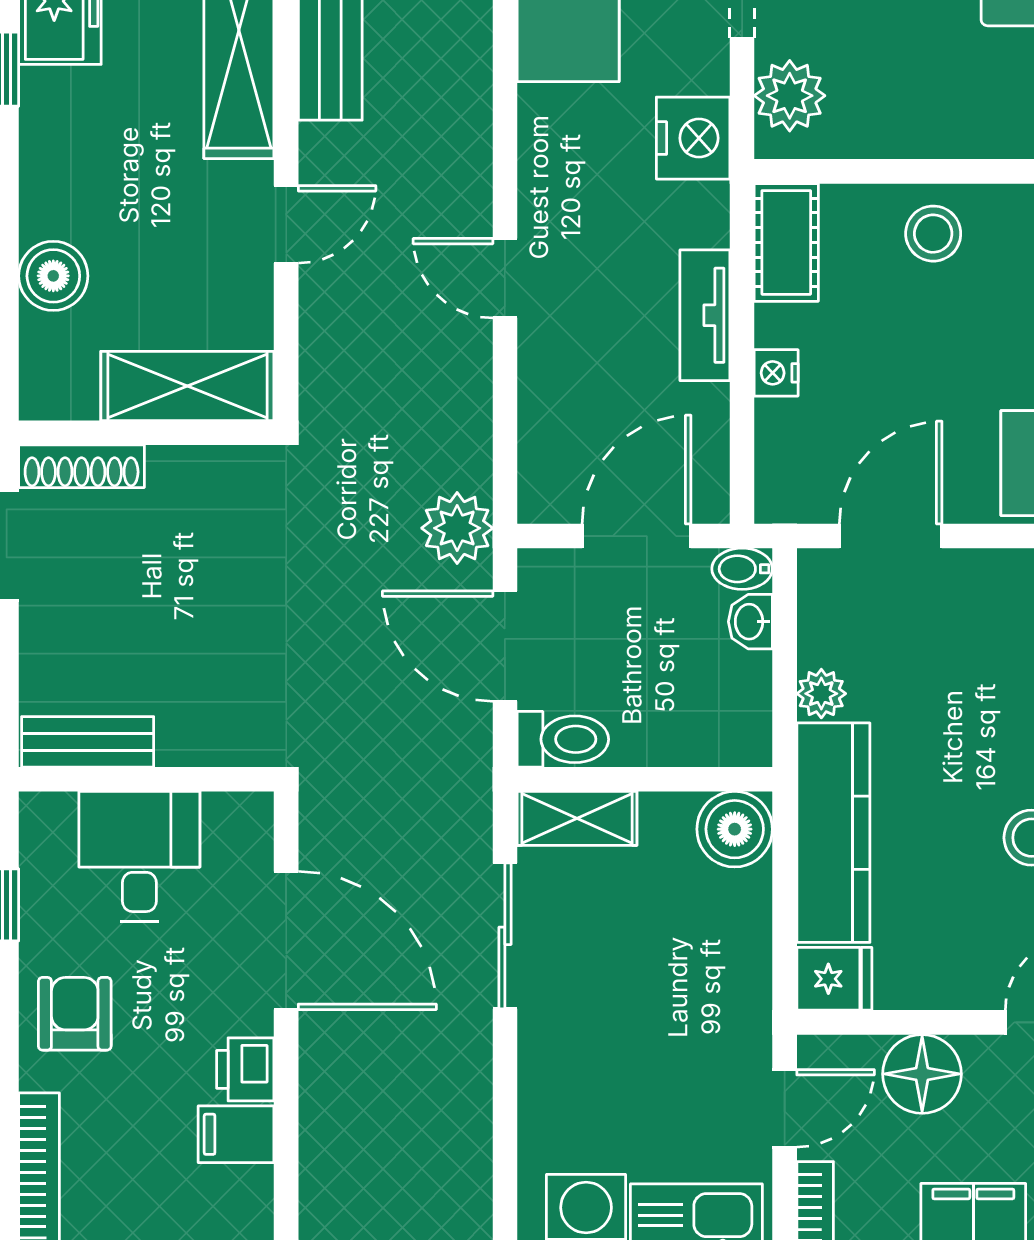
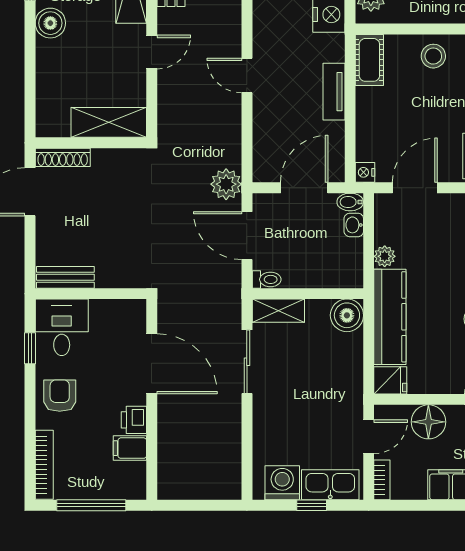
boiler: (53, 276) -> (50, 23), moved
nightstand: (776, 373) -> (365, 172), moved
toilet: (563, 739) -> (267, 279), width x0.73, depth x0.72
desk: (139, 857) -> (62, 327), moved

